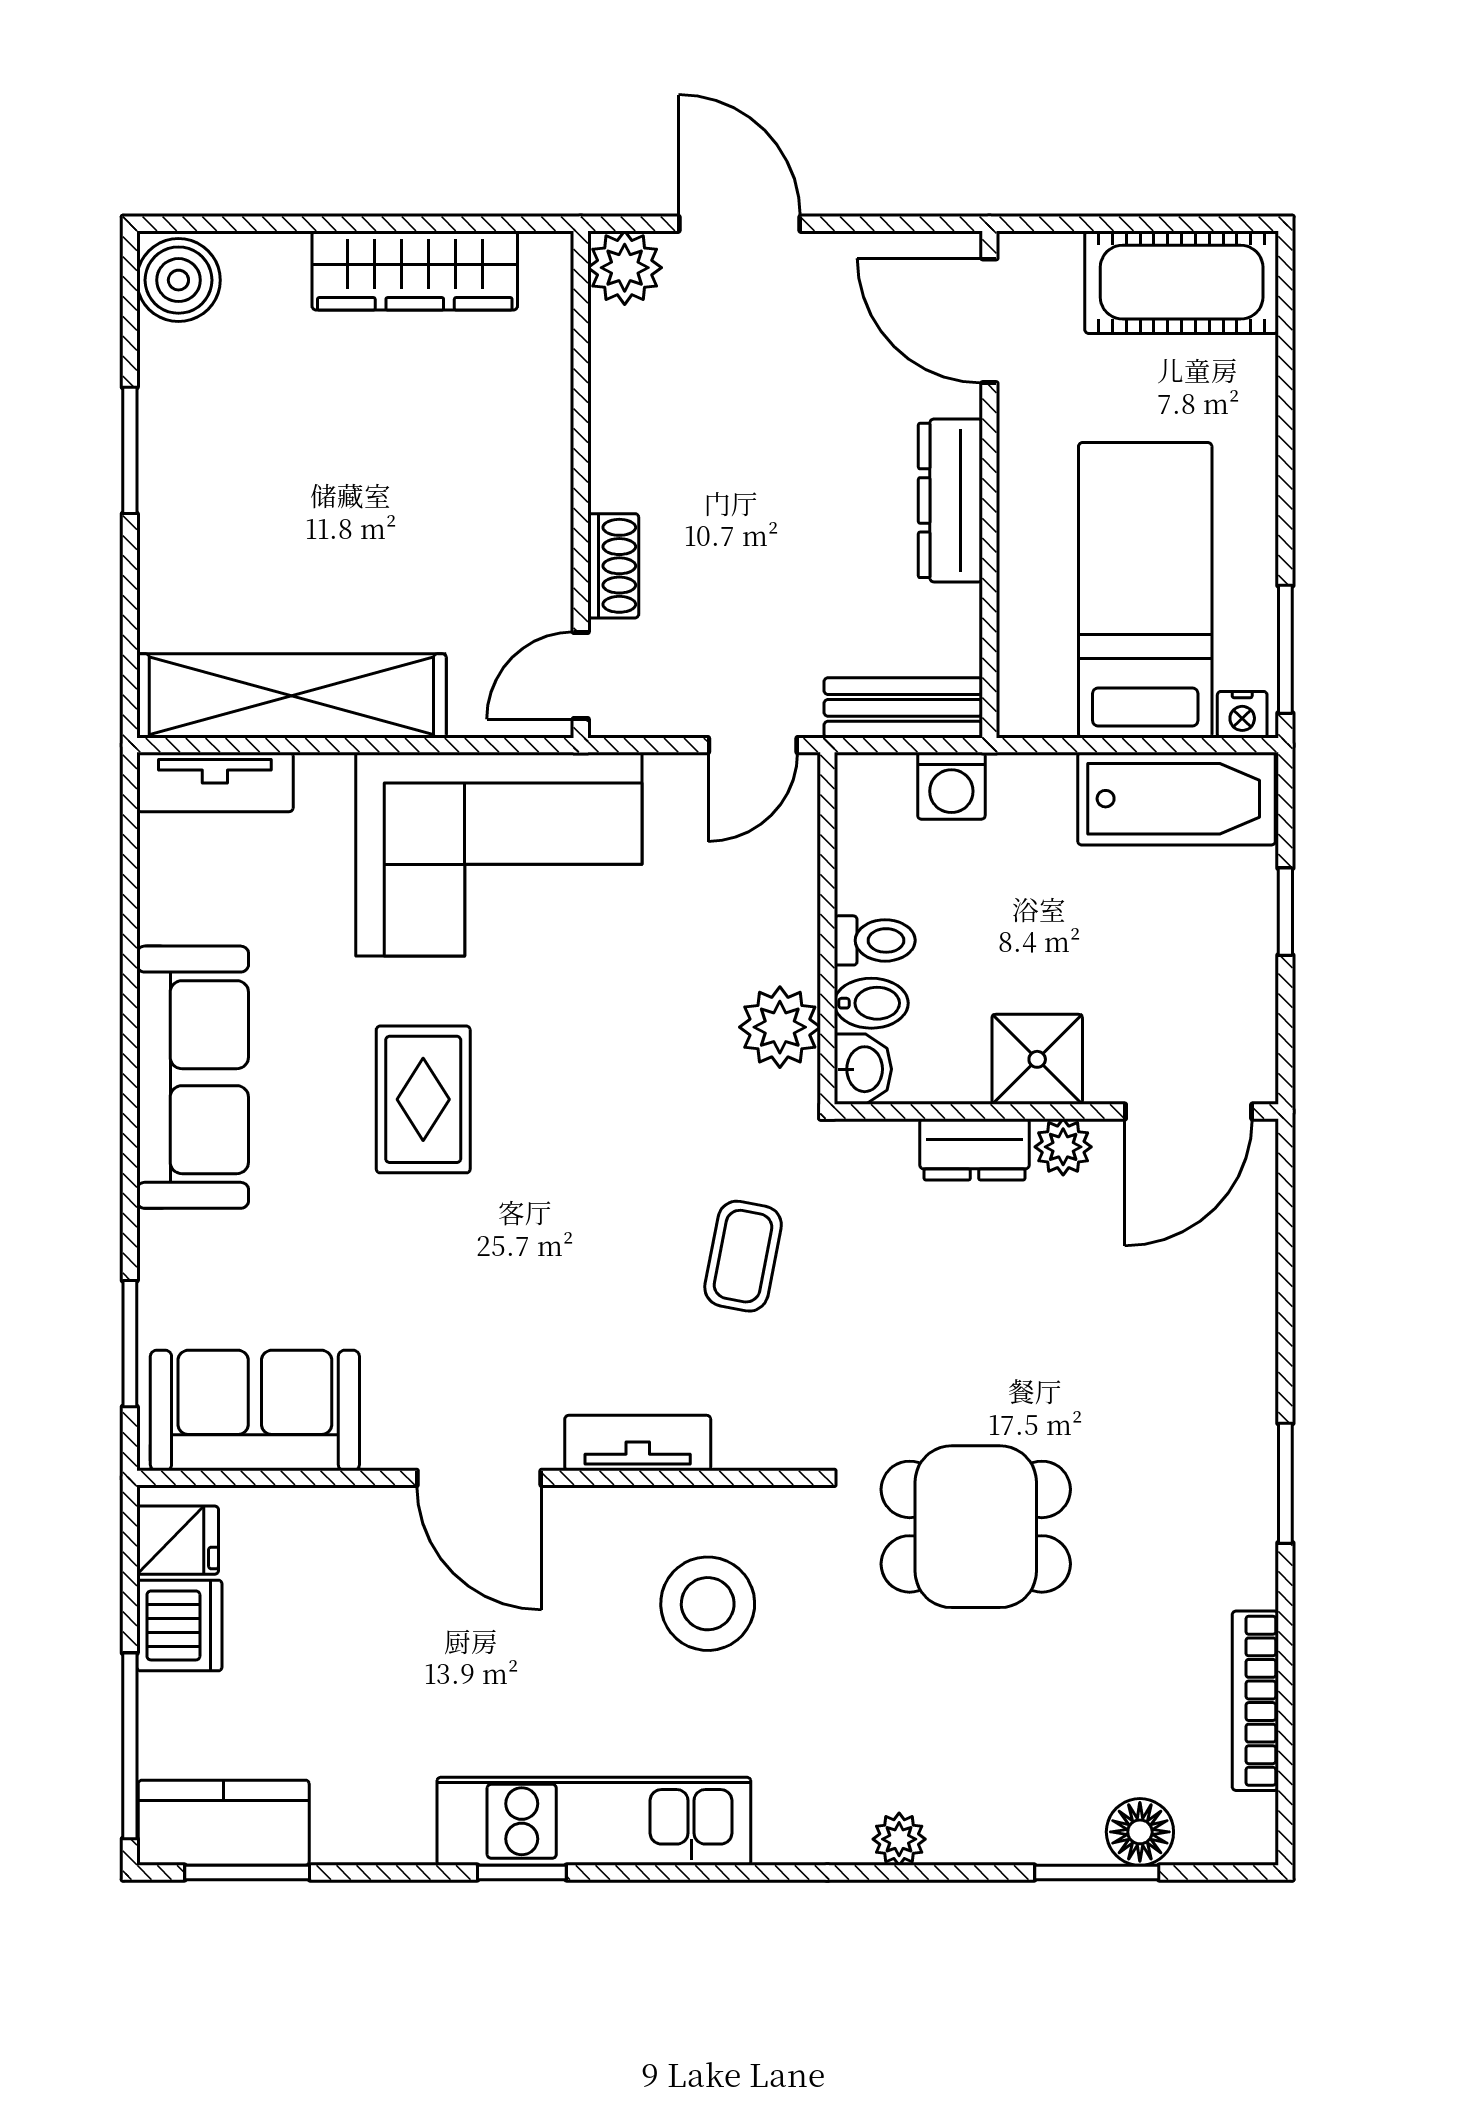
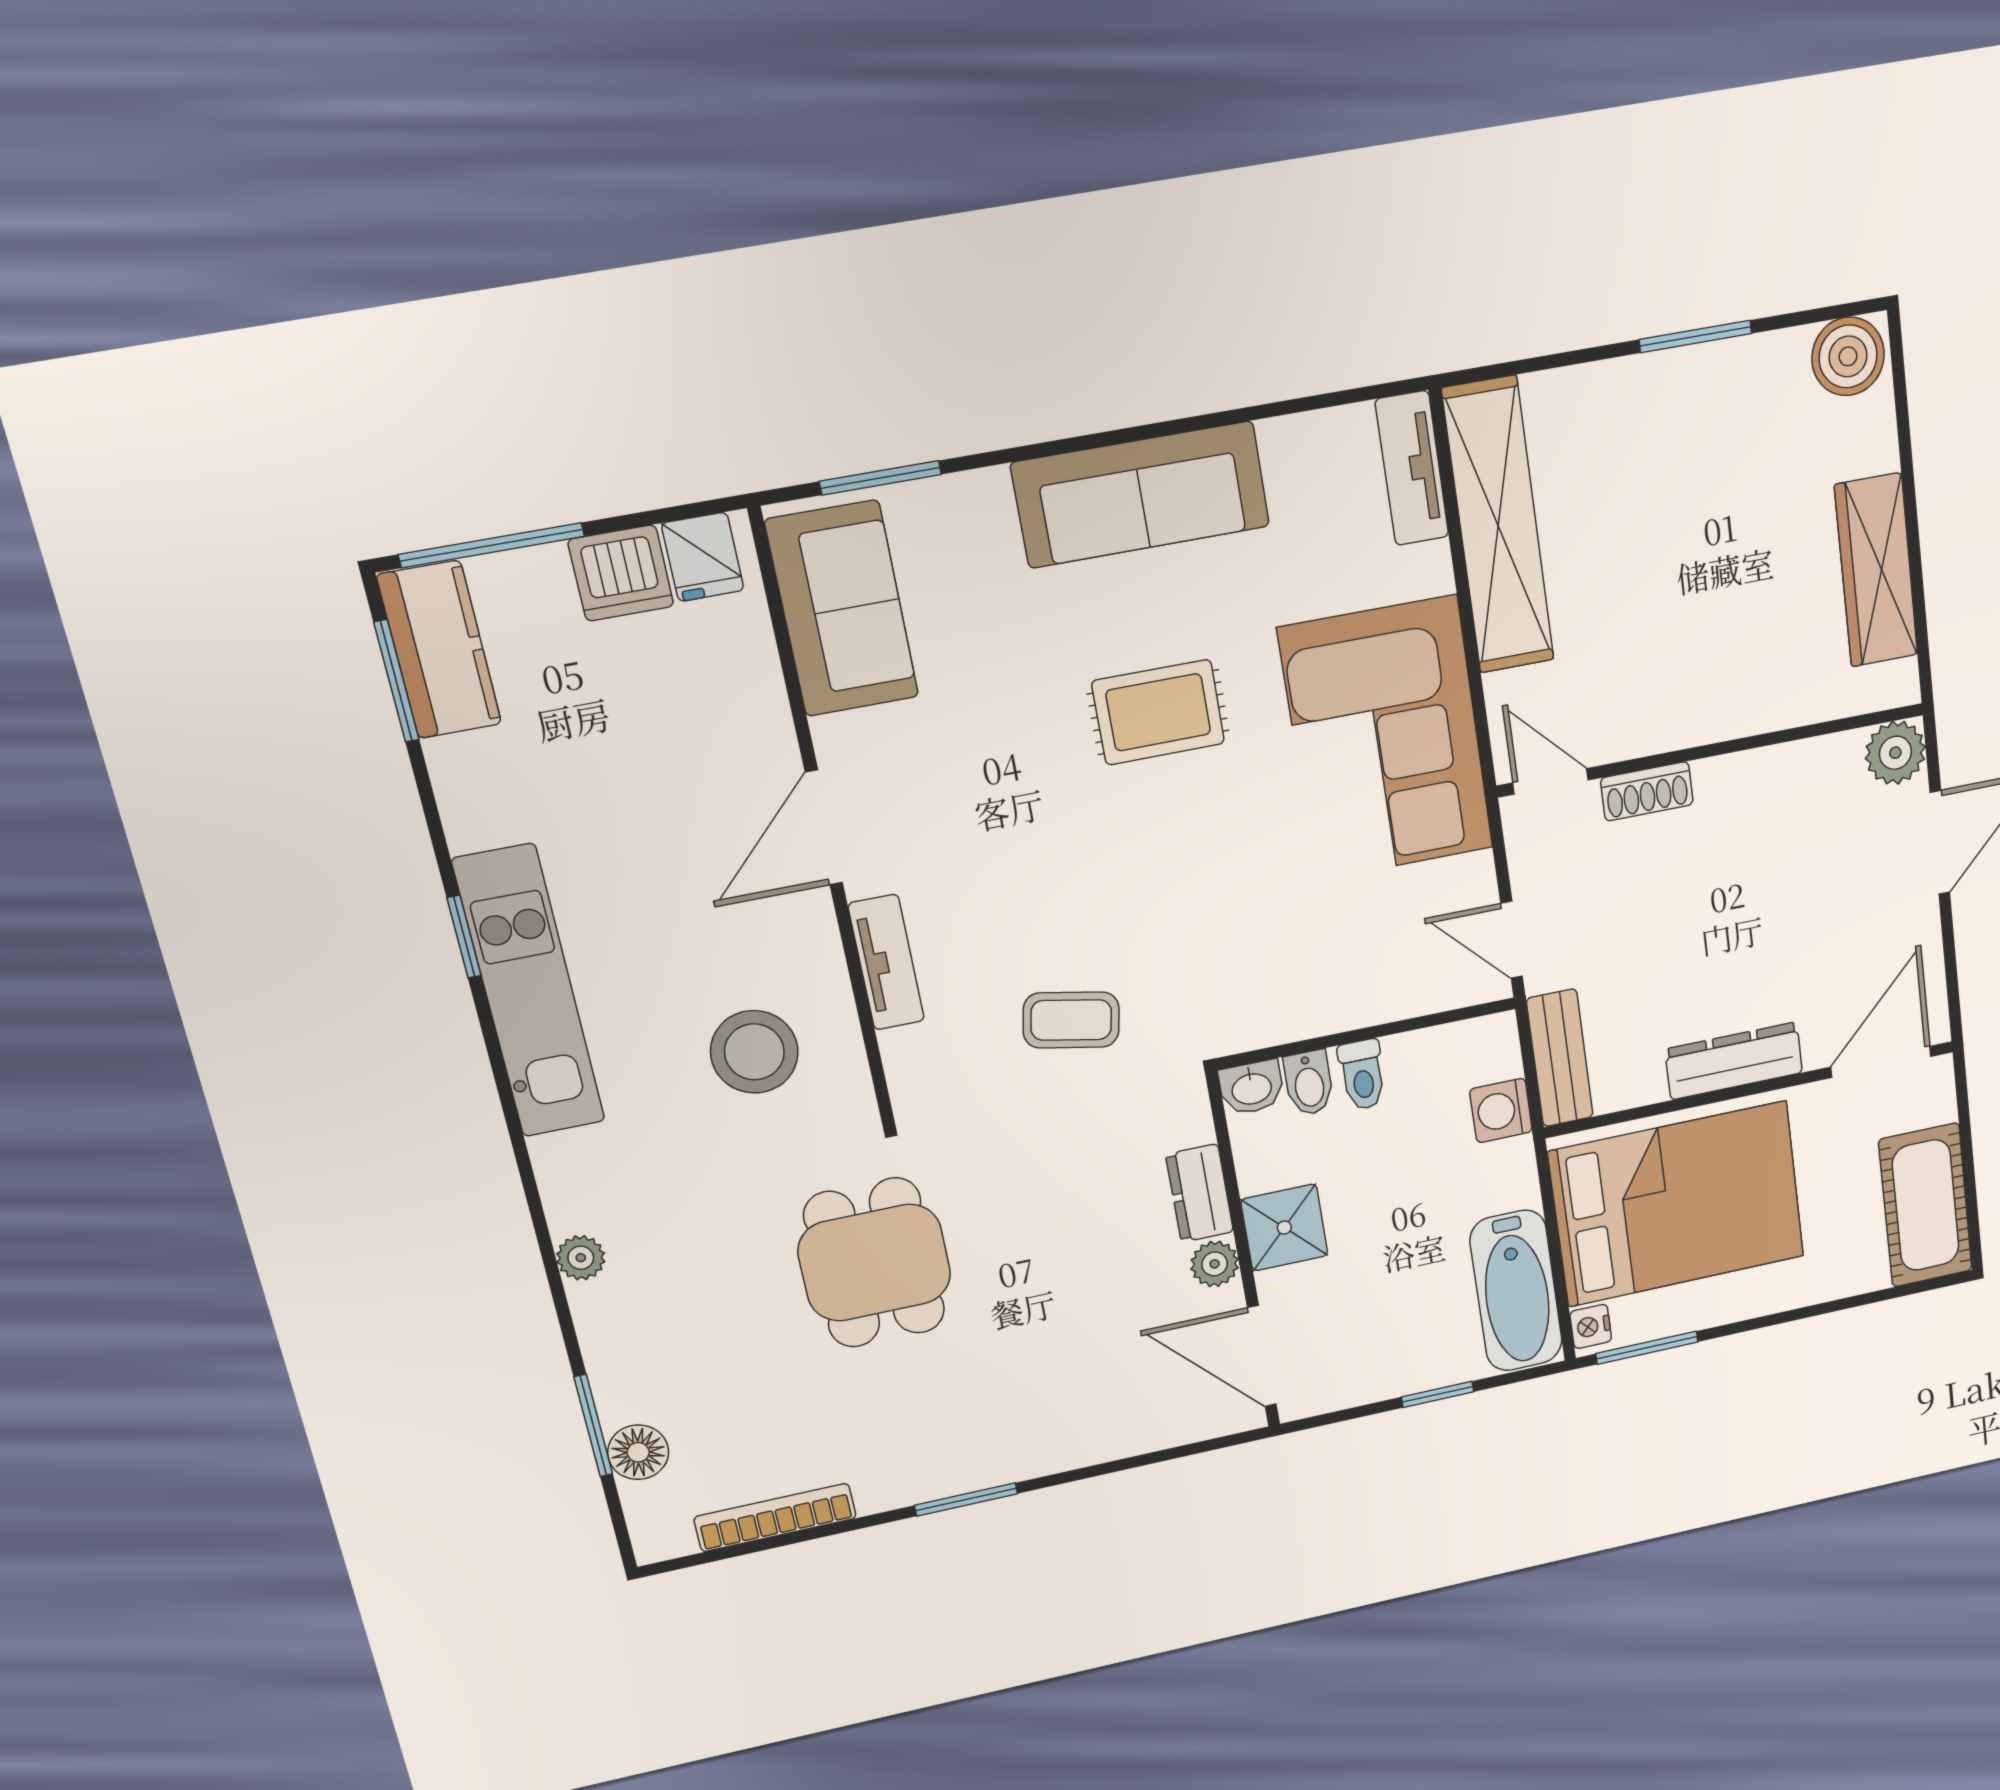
bed: (1145, 590) -> (1677, 1204), width x1.50
plant: (780, 1027) -> (1276, 1011), removed

